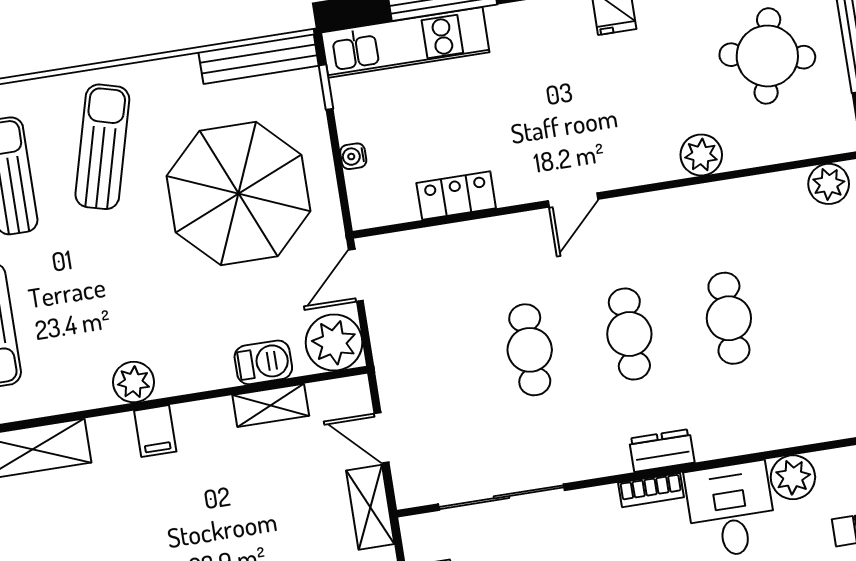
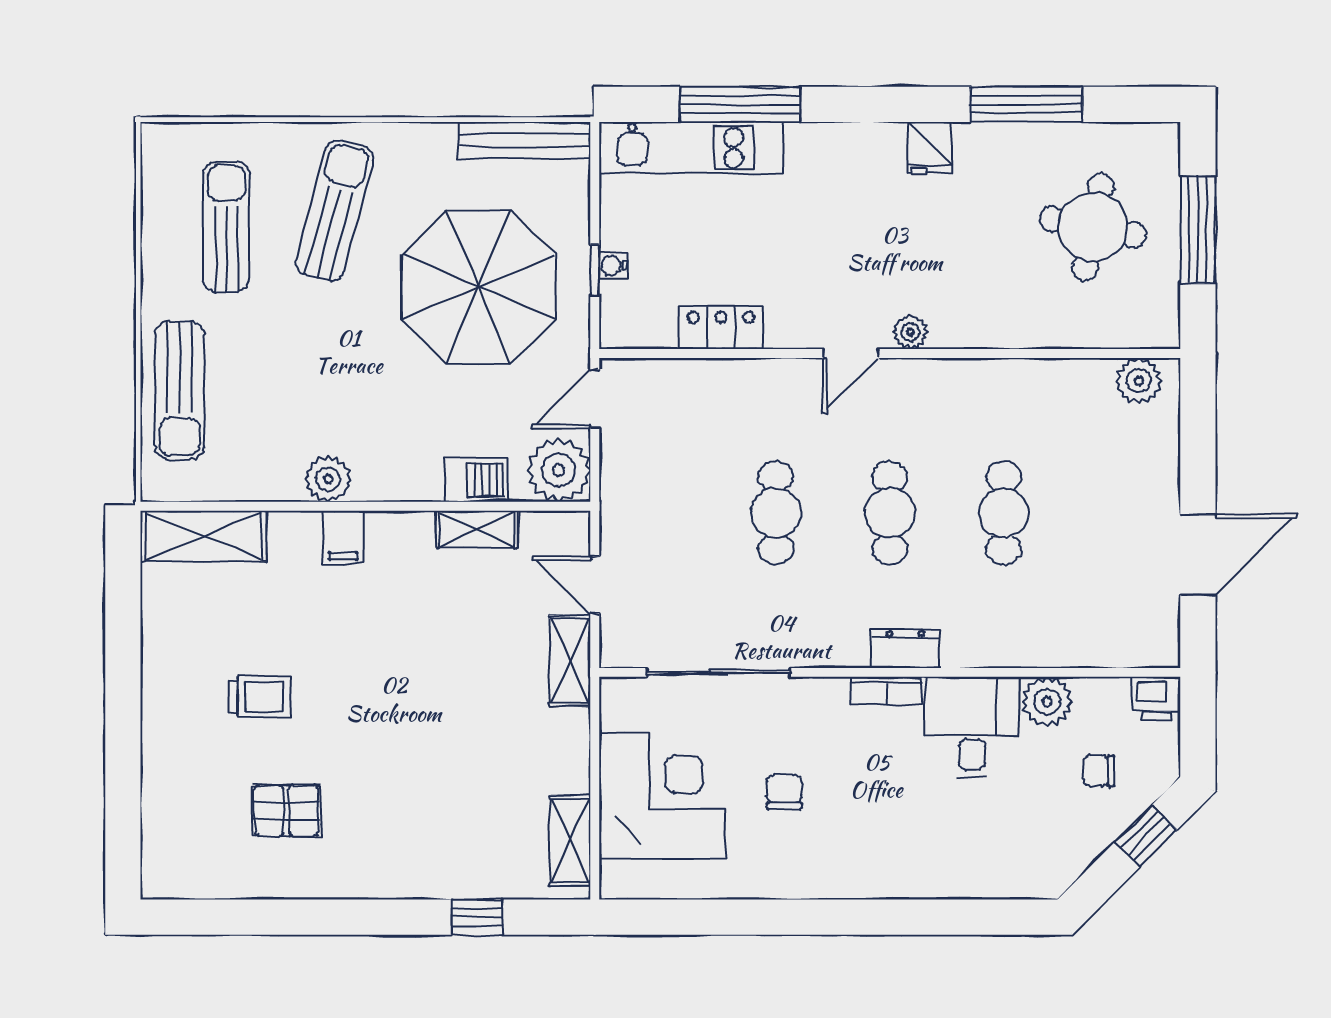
window: (326, 87) -> (595, 270), moved
plant: (701, 155) -> (910, 332), moved, width x0.73, depth x0.73

